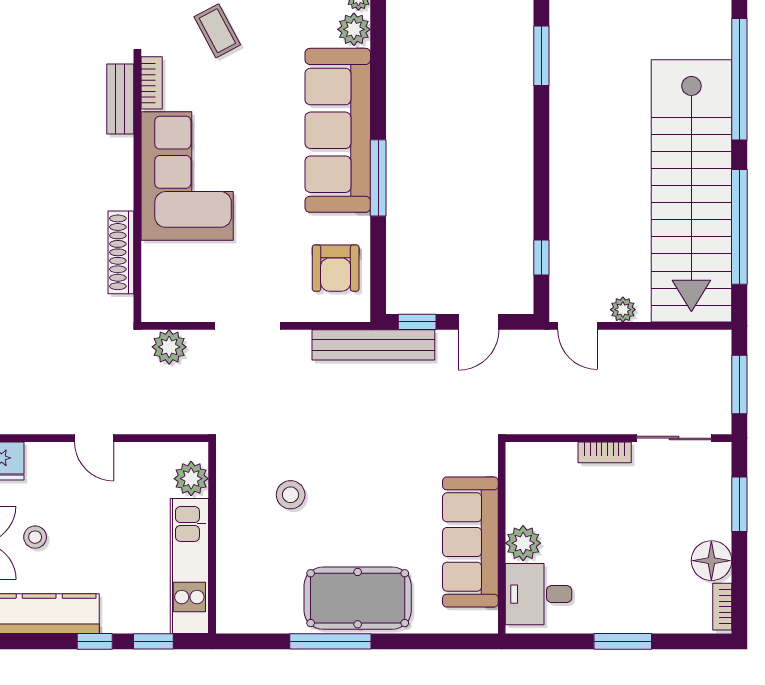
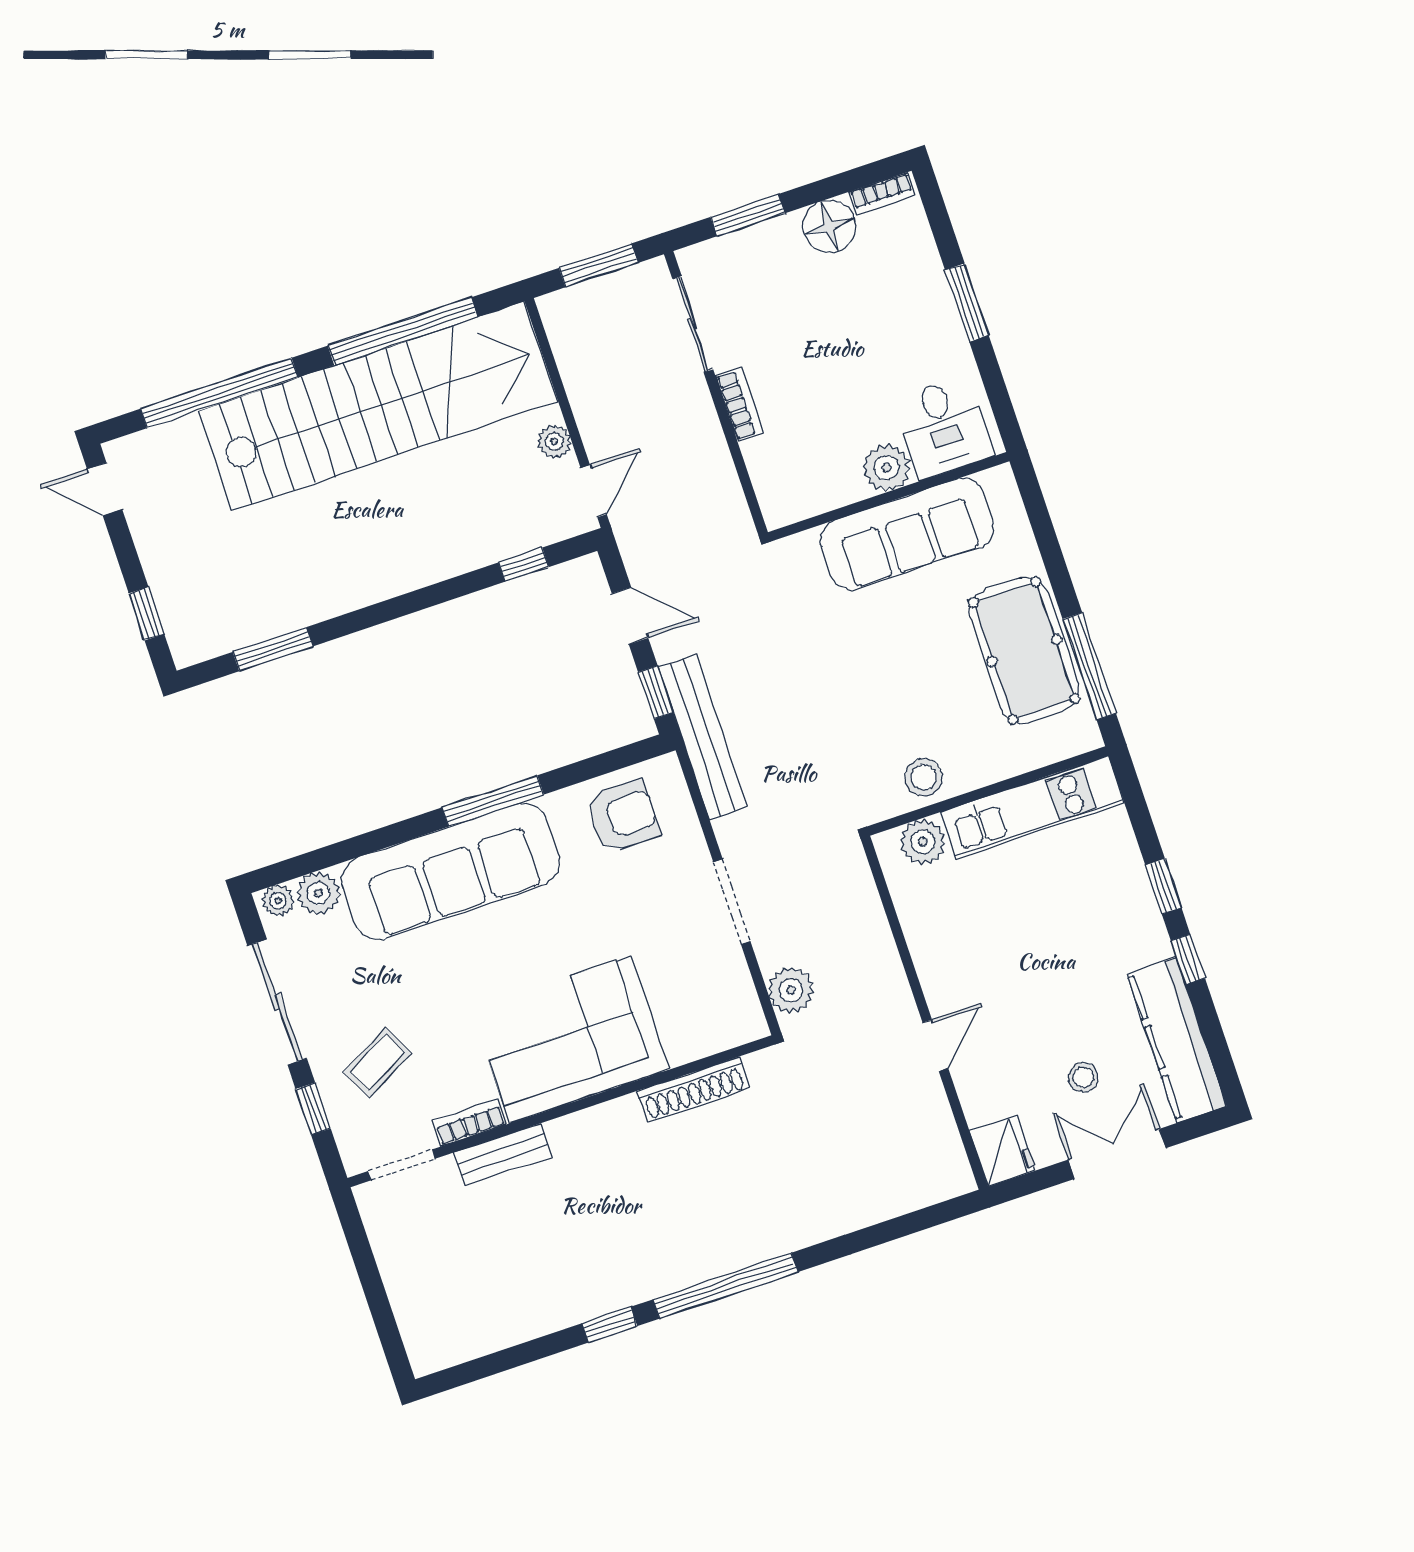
plant: (191, 479) -> (923, 842), moved
wall: (212, 538) -> (988, 791), moved
kitchen unit: (189, 566) -> (1032, 807), moved

